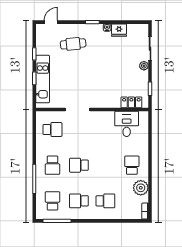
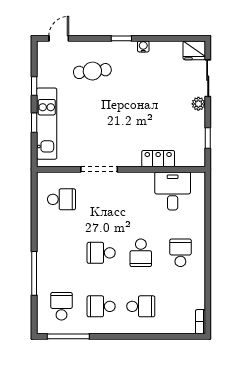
fridge: (119, 30) -> (194, 50), moved
locker: (131, 102) -> (158, 159), moved
school desk: (52, 165) -> (141, 253), moved
plant: (141, 188) -> (194, 287), removed

